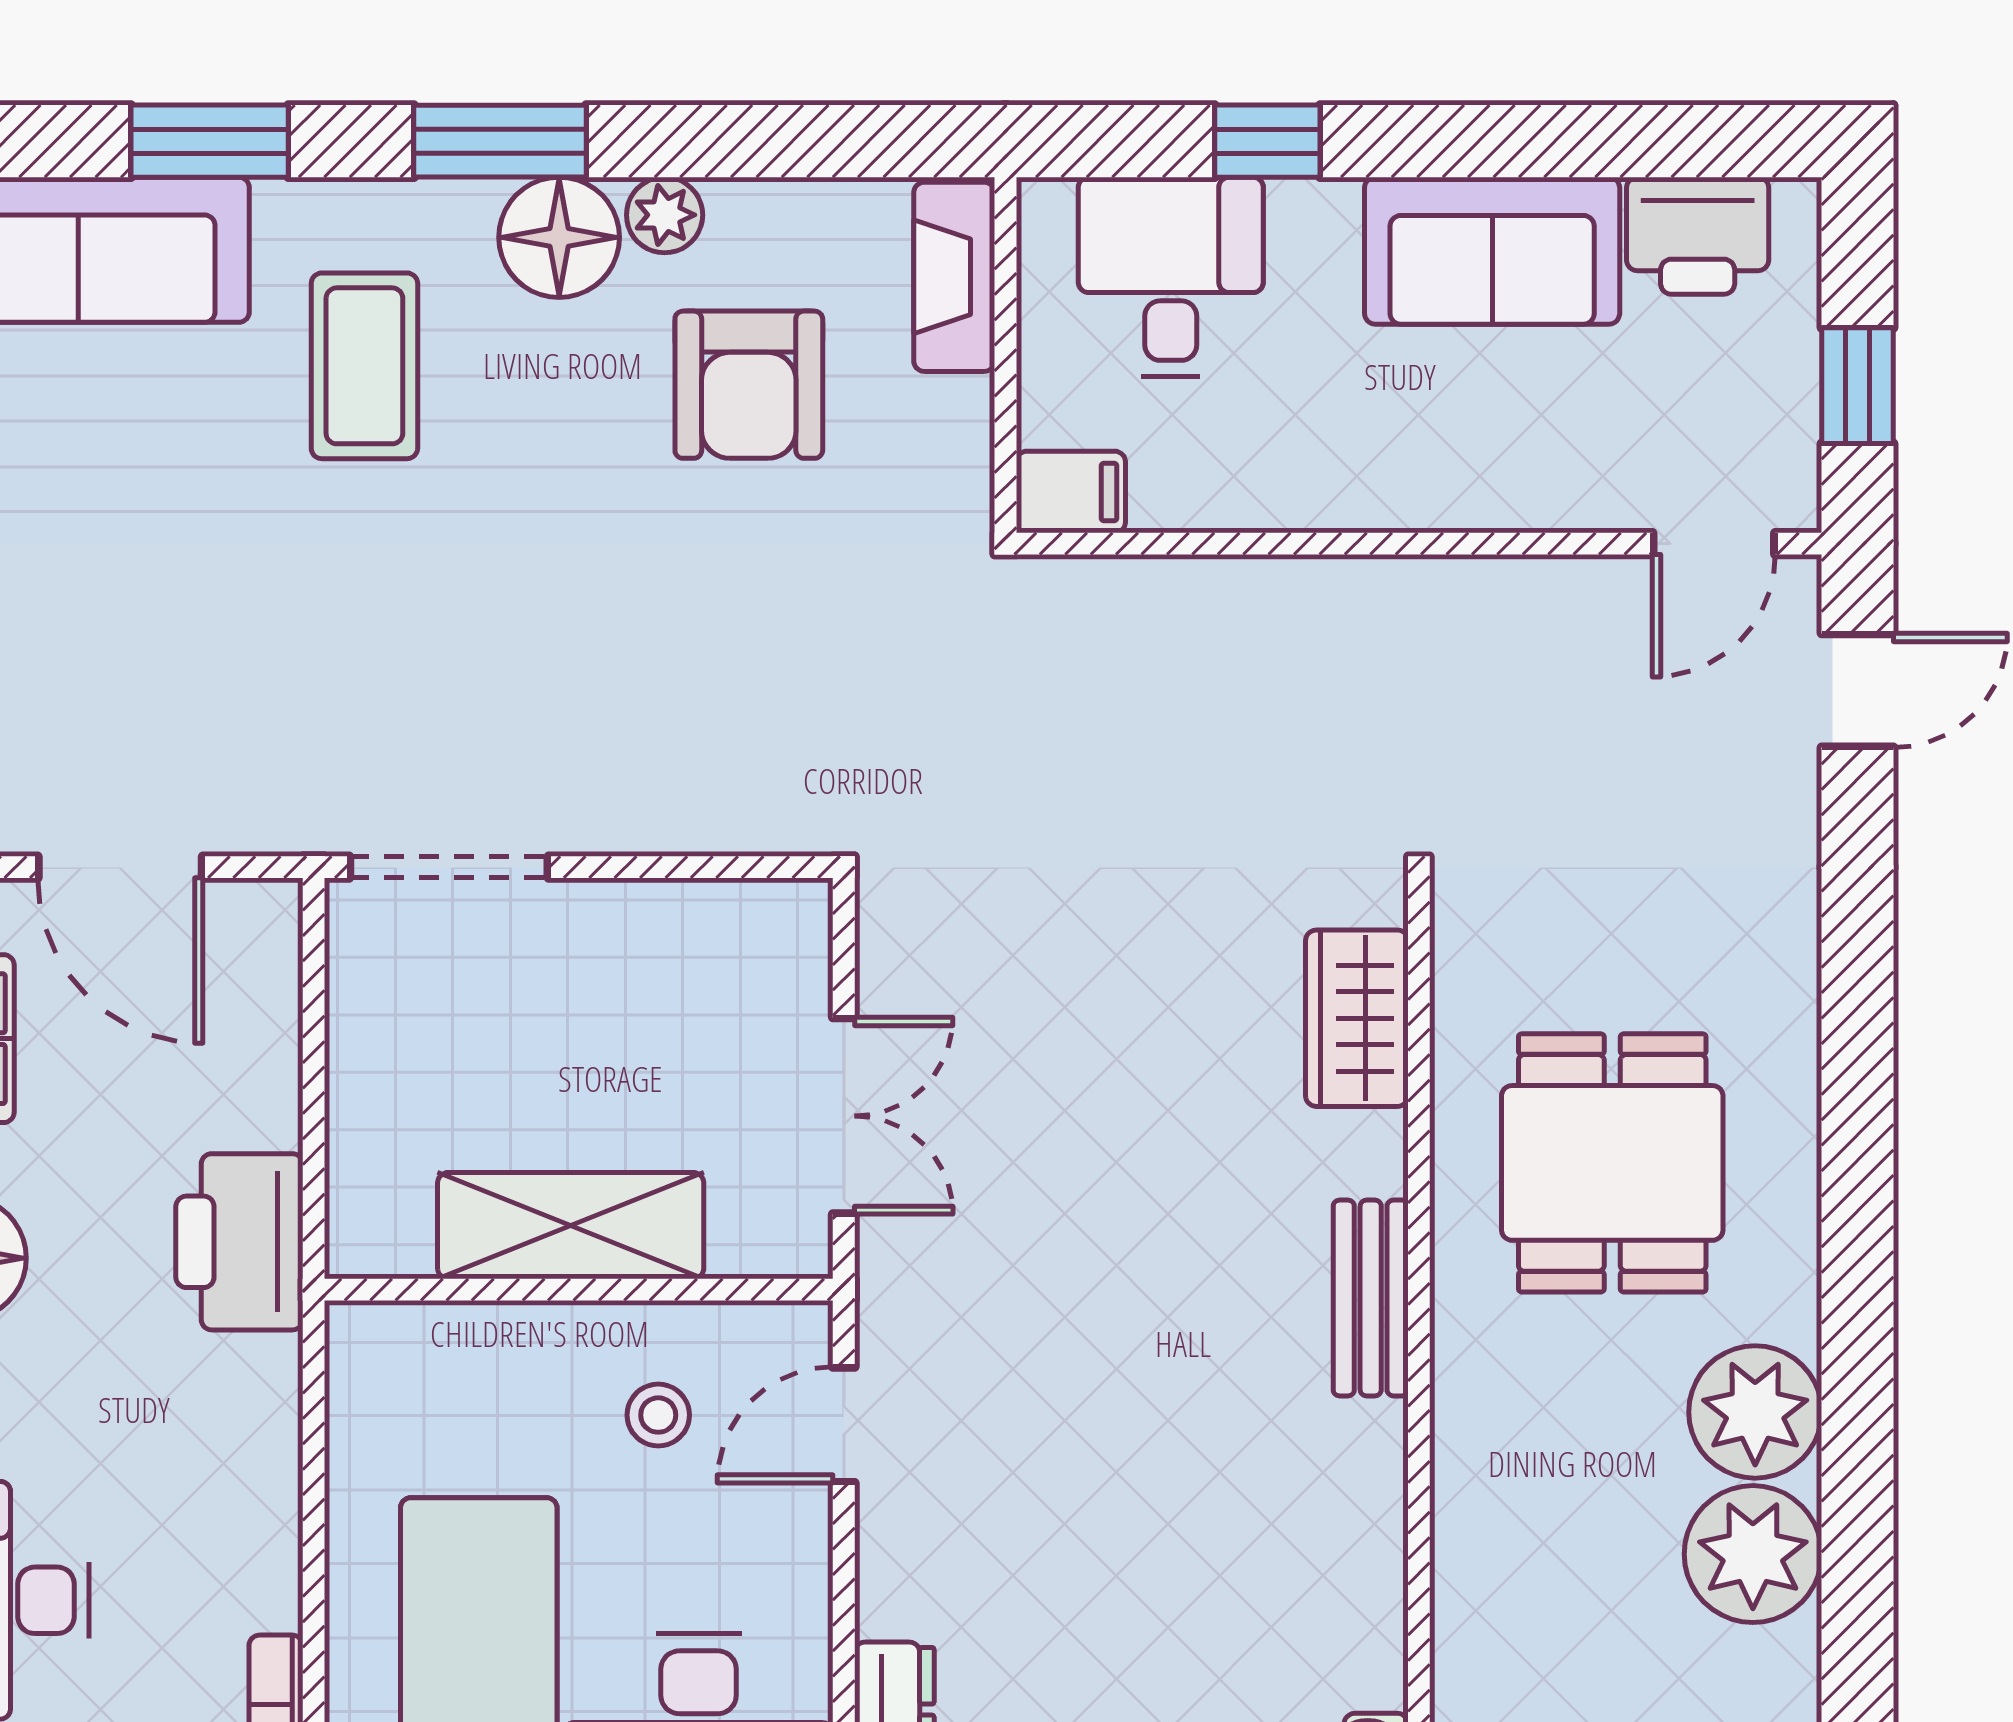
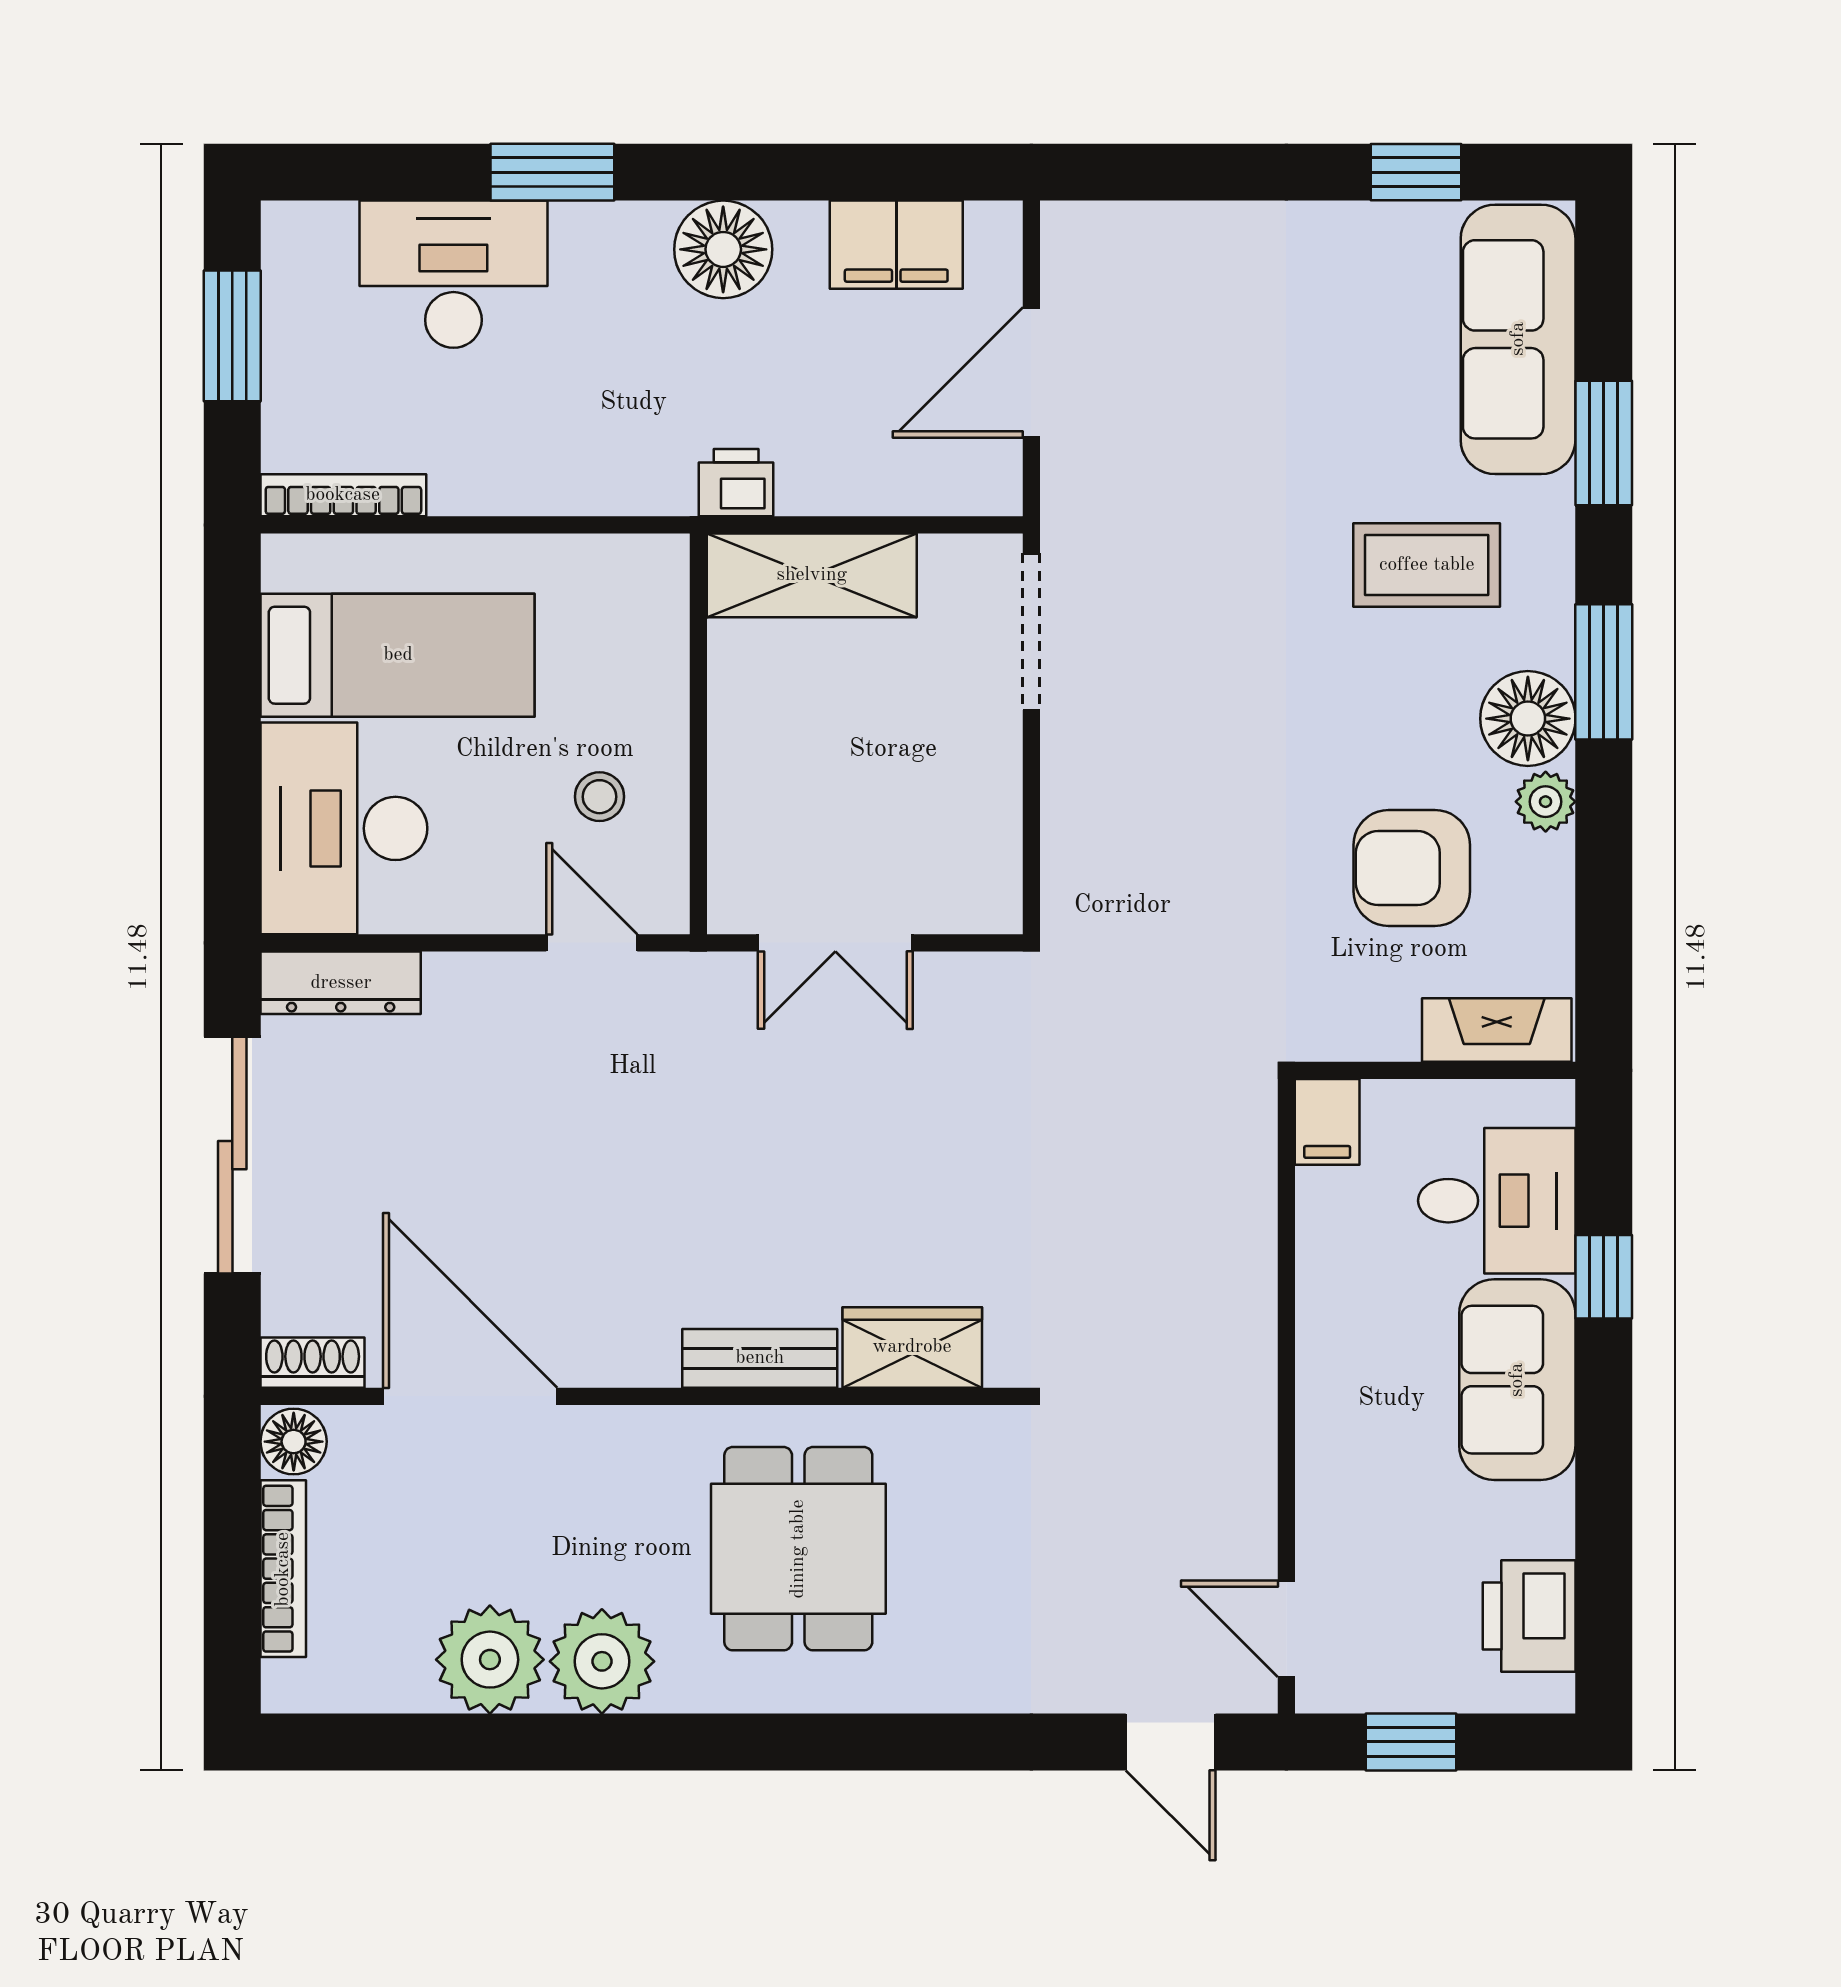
sofa: (1492, 251) -> (1517, 1380), moved
dining table: (1612, 1163) -> (798, 1549), turned 90
shelving: (571, 1226) -> (812, 575), moved, turned 90
printer: (239, 1242) -> (736, 483), width x0.53, depth x0.68
bench: (1371, 1298) -> (760, 1358), moved
door: (1419, 1579) -> (470, 1396), added

